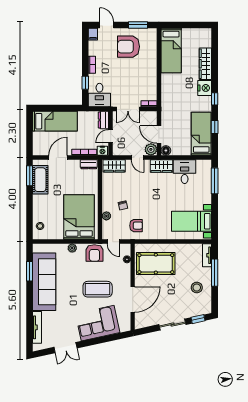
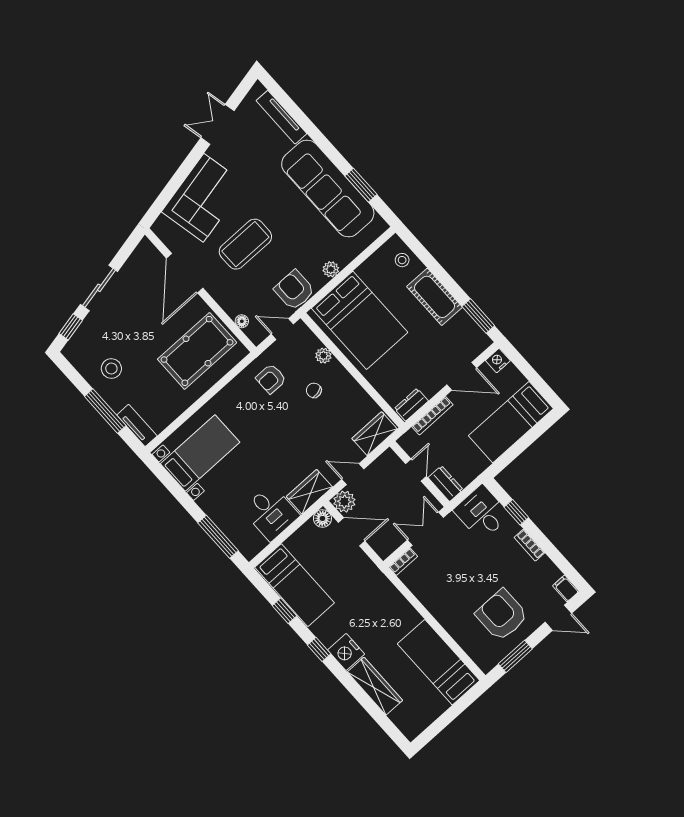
armchair: (128, 47) -> (502, 615), turned -90
nightstand: (102, 151) -> (498, 361), moved
door: (58, 157) -> (462, 376), hinge flipped
cot: (40, 180) -> (435, 297), moved

